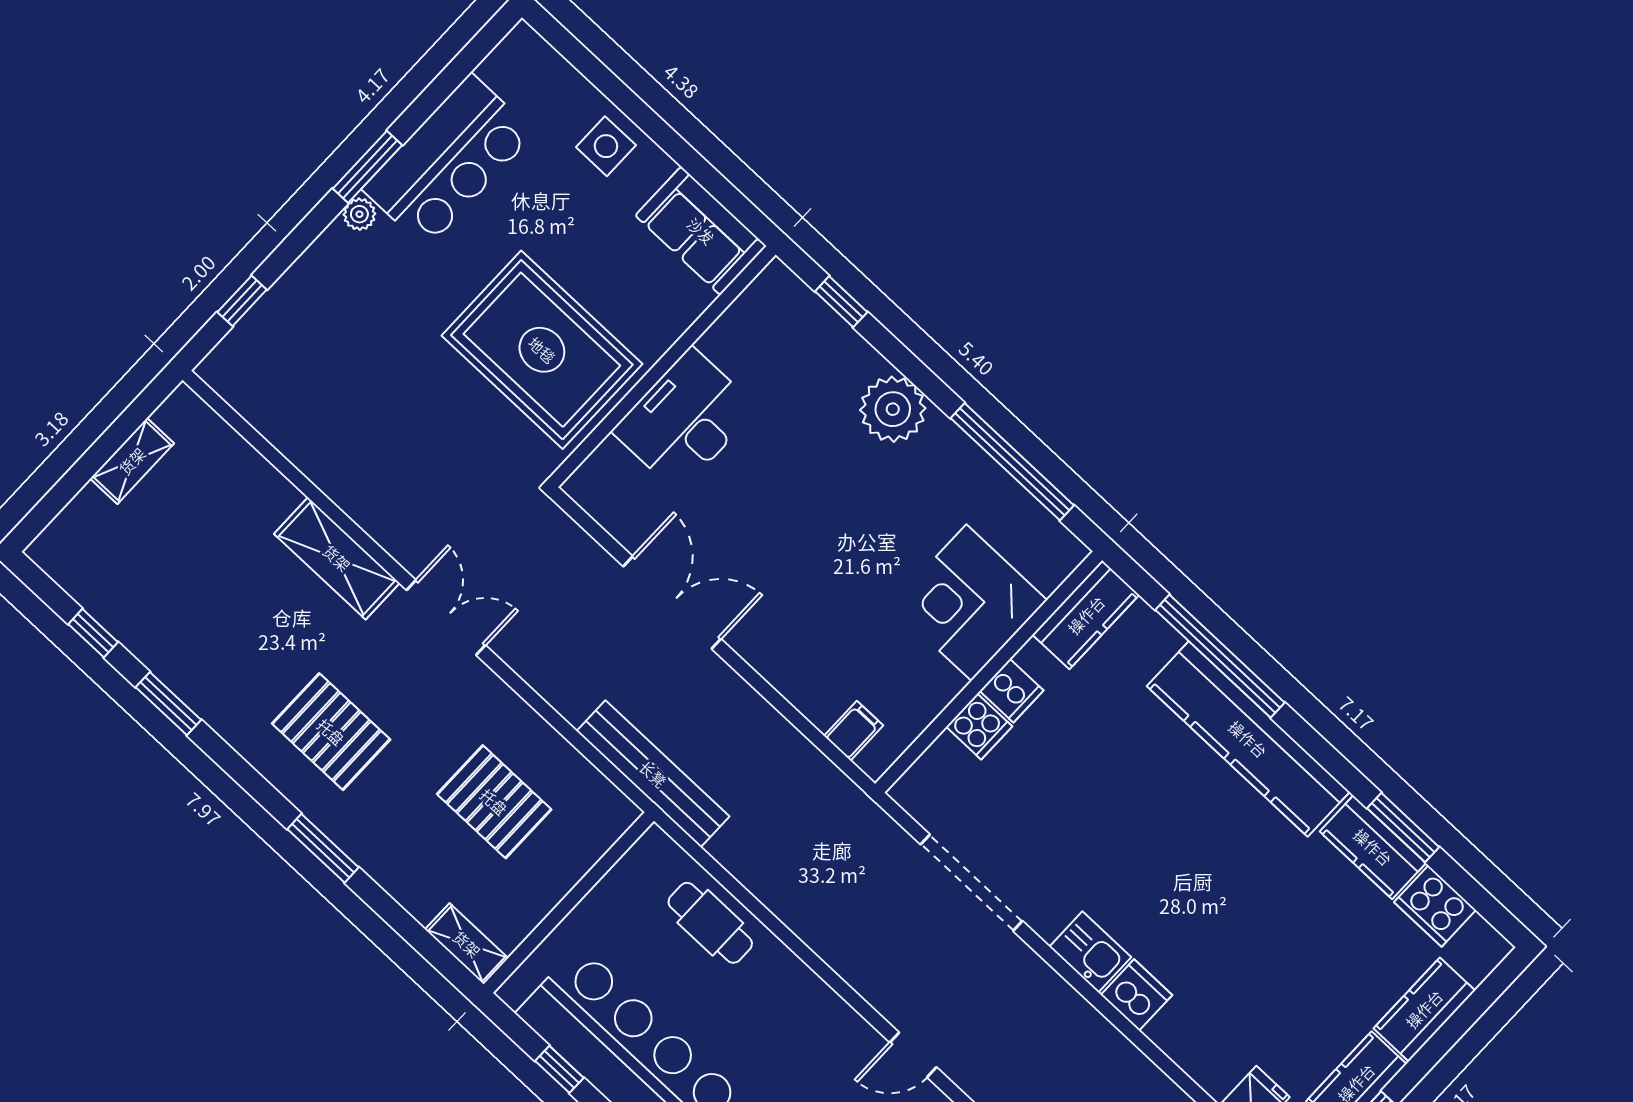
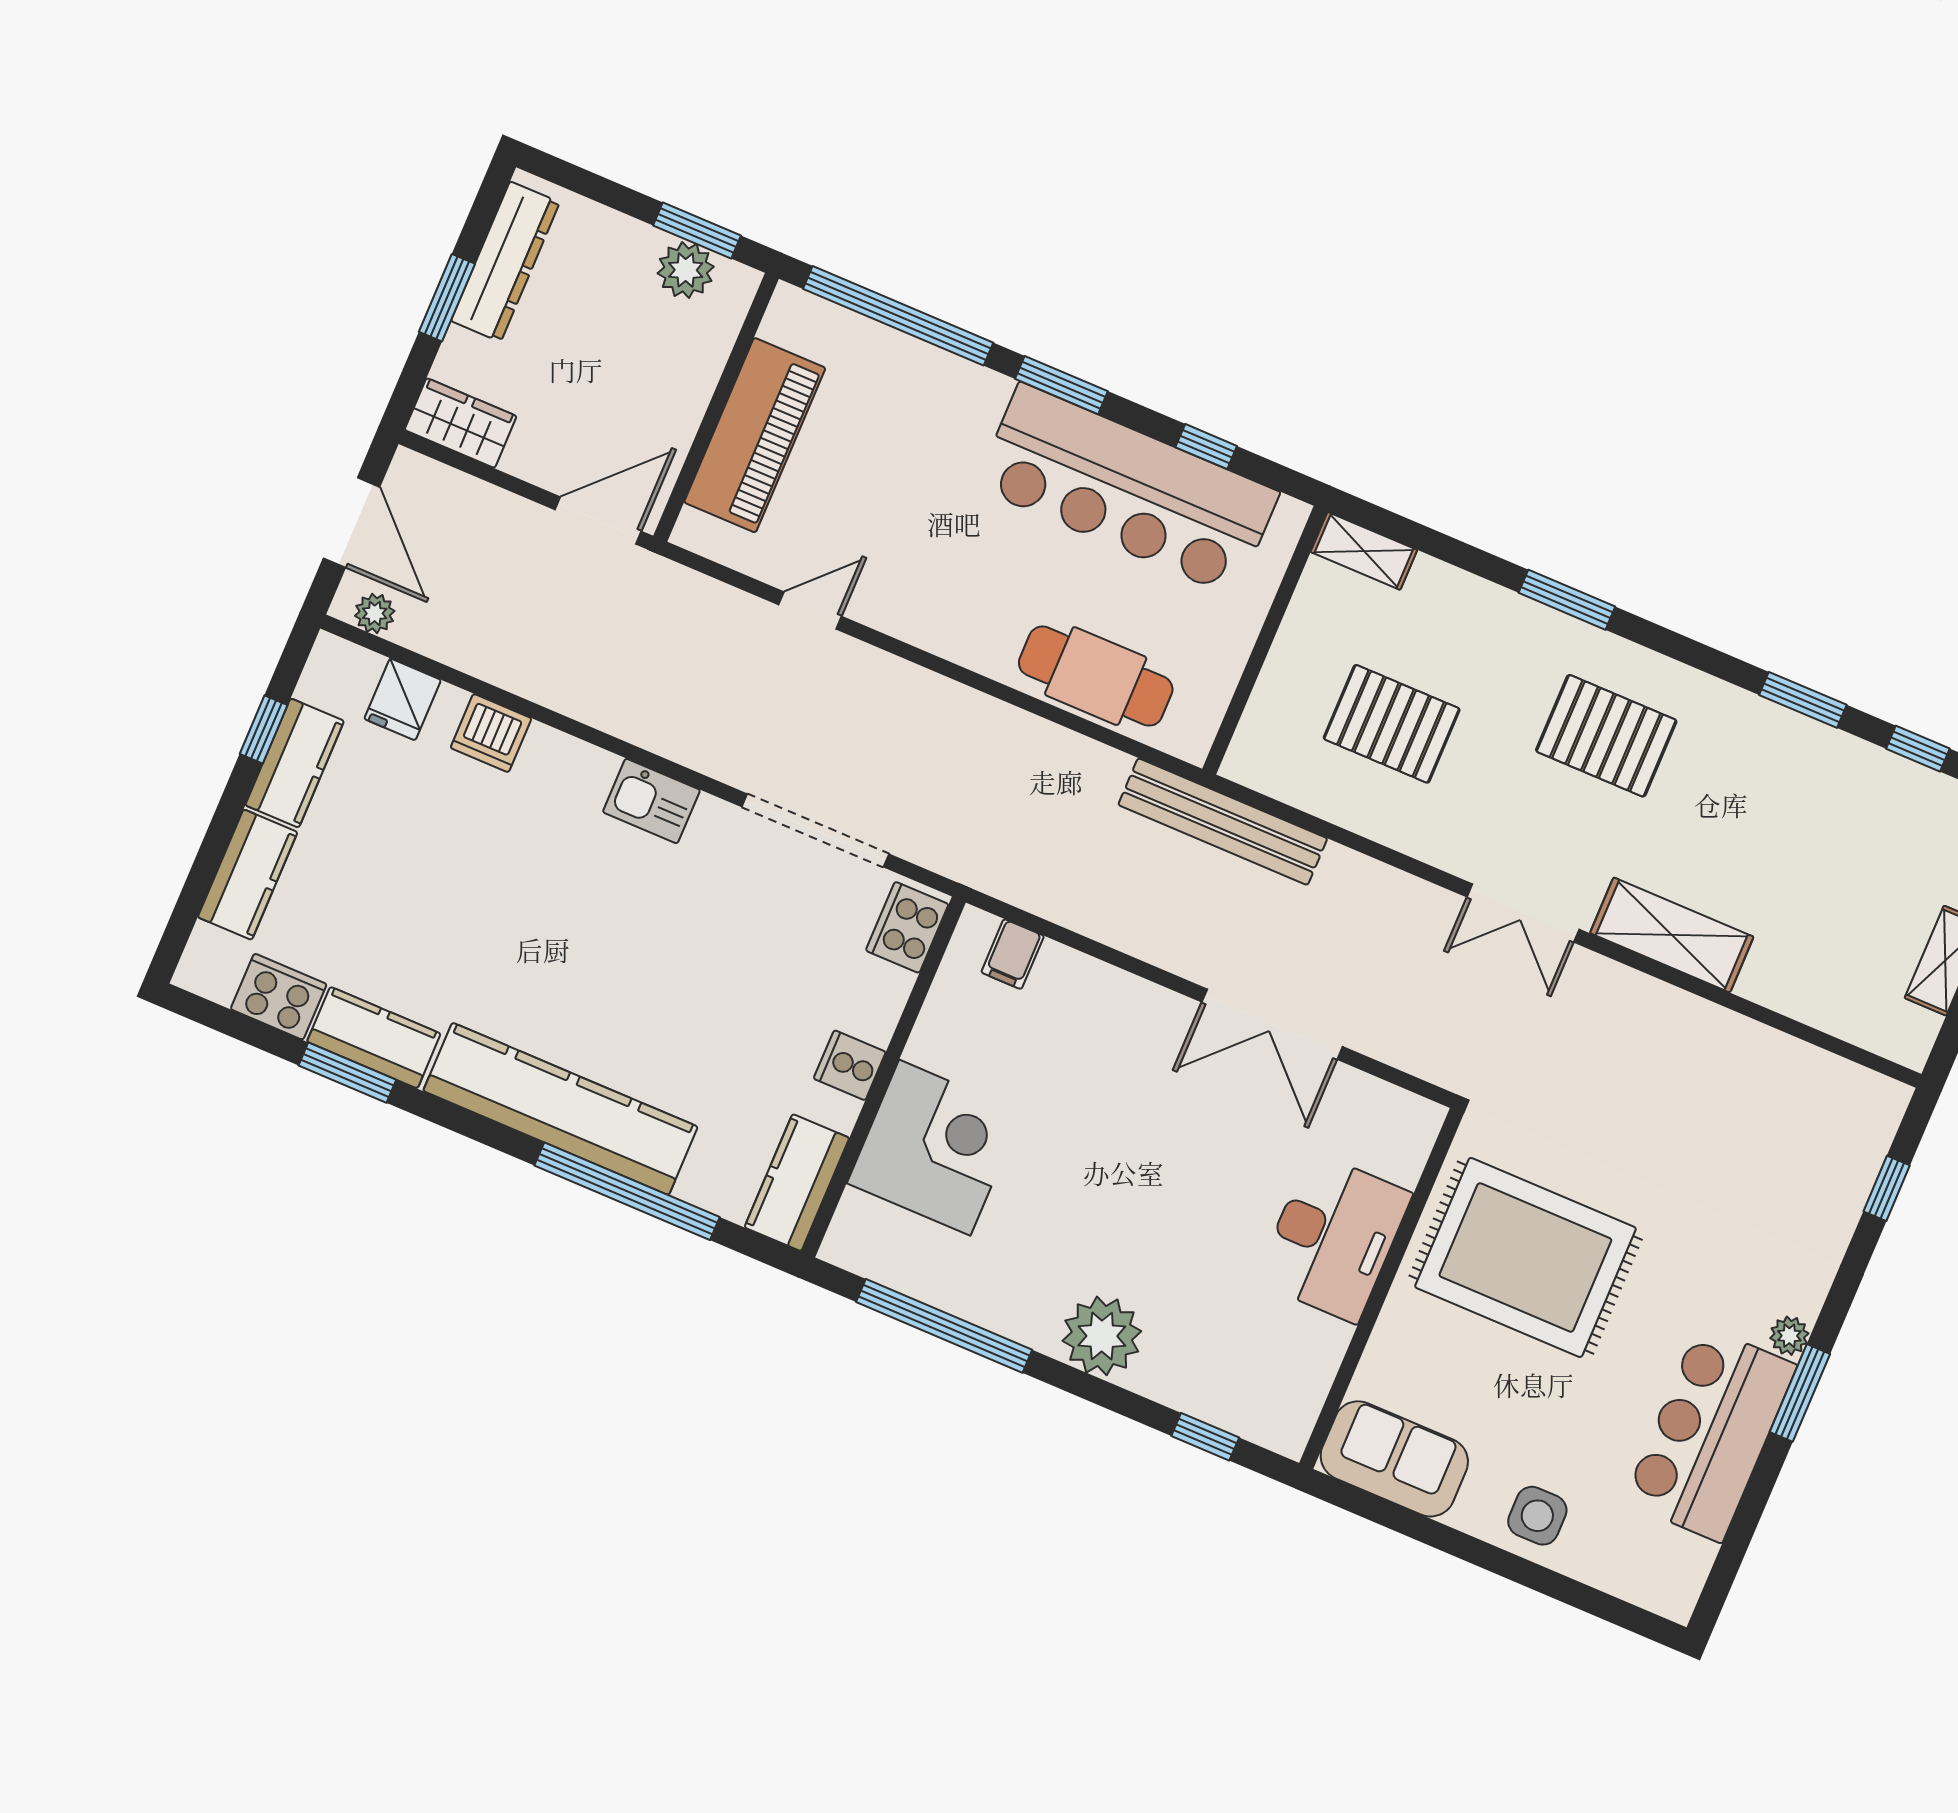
cooker: (979, 726) -> (907, 927), moved, width x1.36
cafe table: (710, 923) -> (1096, 676), width x1.37, depth x1.35
dishwasher: (1136, 995) -> (491, 733), moved

